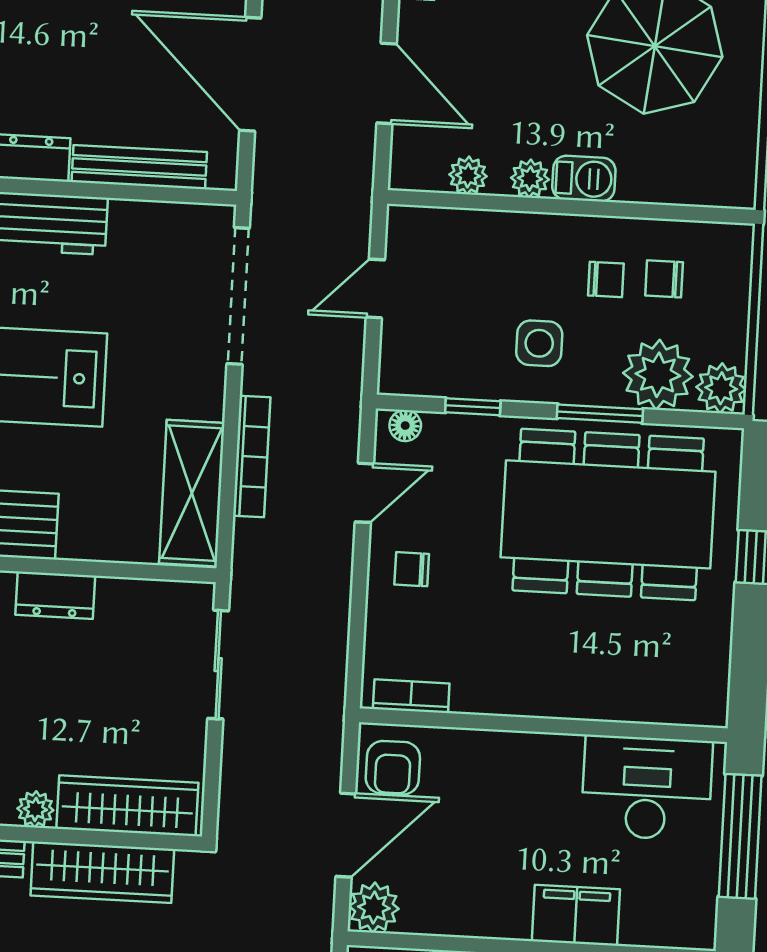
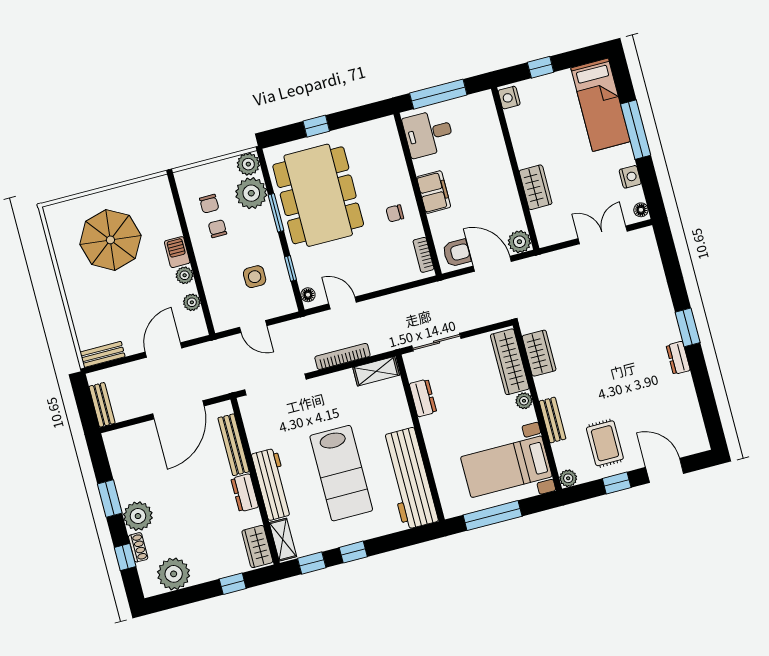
side table: (539, 343) -> (255, 277), moved
shelving: (192, 493) -> (376, 371), width x0.67, depth x0.75
chair: (412, 569) -> (395, 213), moved, turned 90
dresser: (55, 595) -> (423, 398), moved
desk: (647, 788) -> (428, 133), width x0.73
wardrobe: (102, 872) -> (539, 353), width x0.67
filing cabinet: (576, 915) -> (434, 192), moved, turned 180

